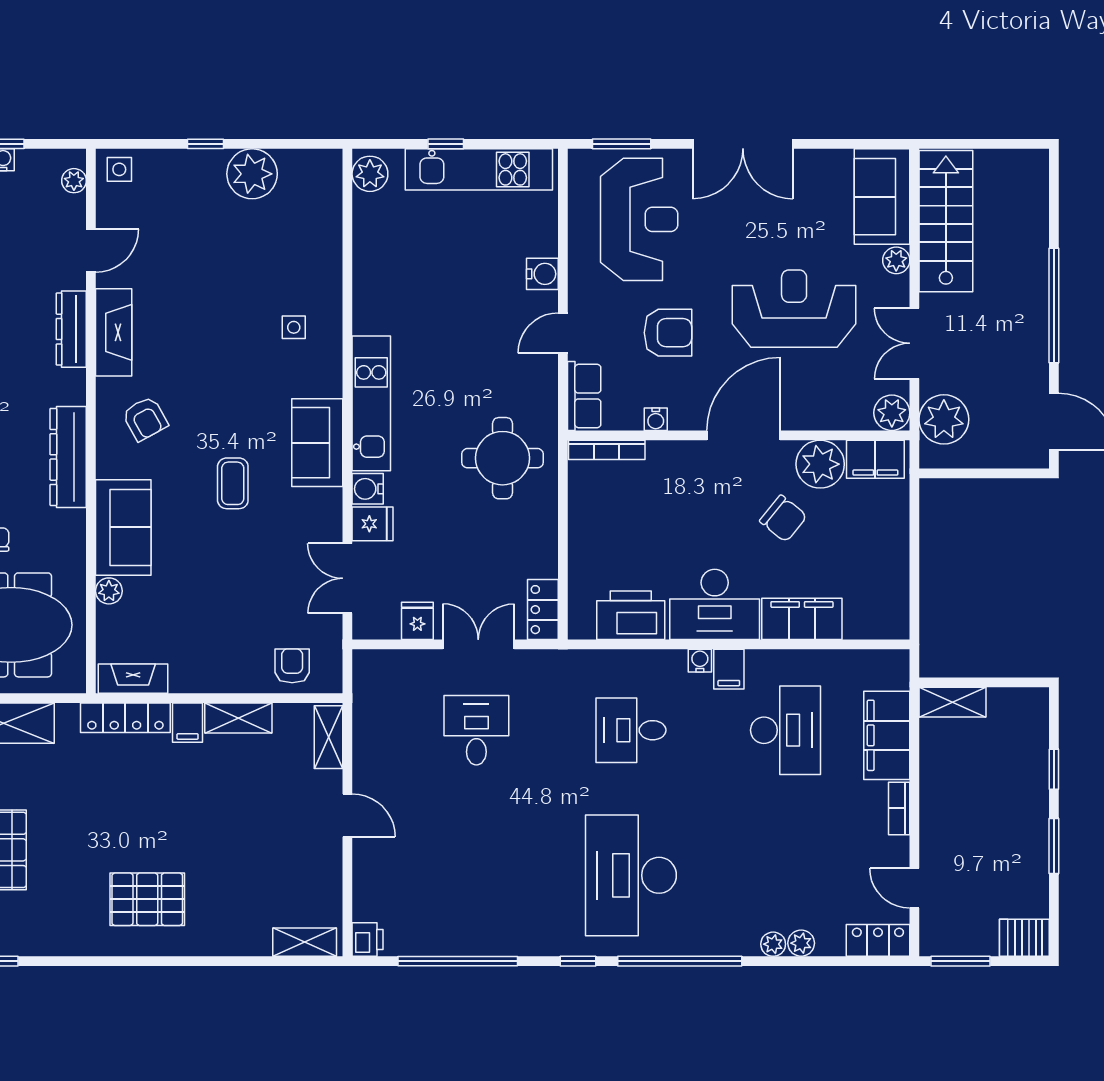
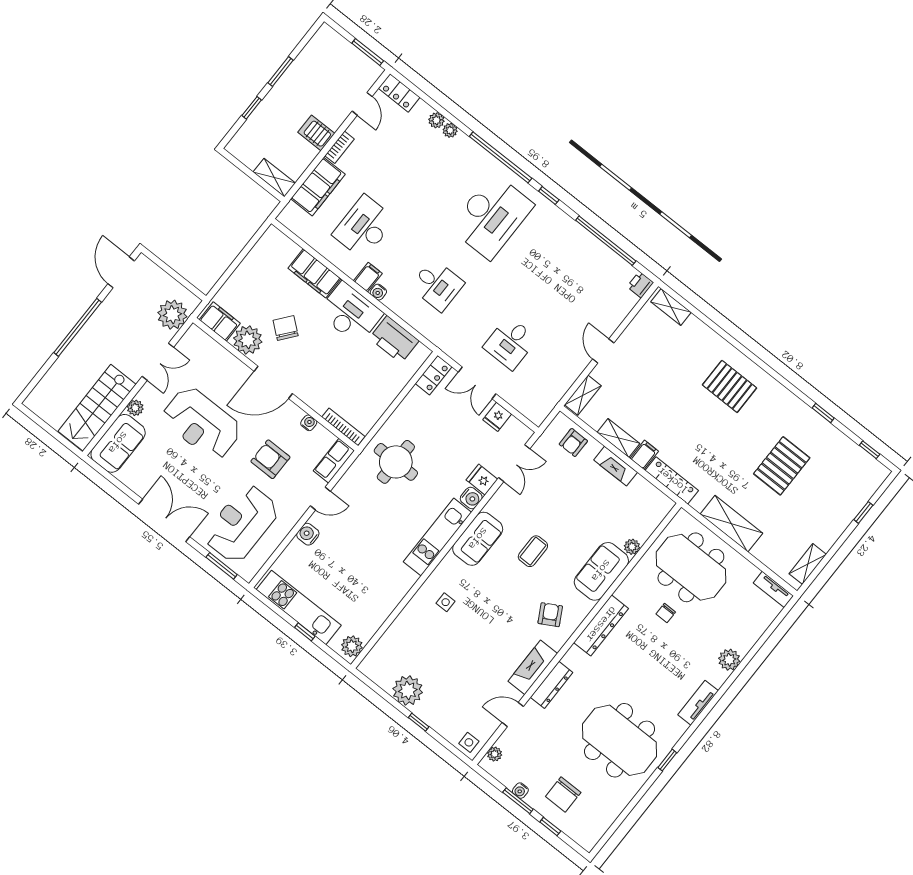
plant: (892, 413) -> (195, 337), removed
fireplace: (133, 679) -> (616, 466), moved
server rack: (1024, 938) -> (316, 133), moved, turned 180

